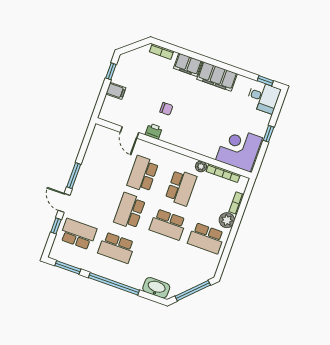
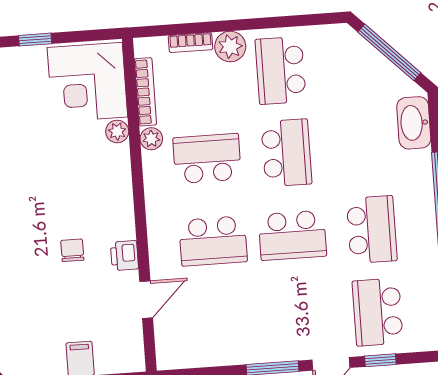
plant: (211, 153) -> (117, 131), added
school desk: (206, 238) -> (281, 70), turned 180

